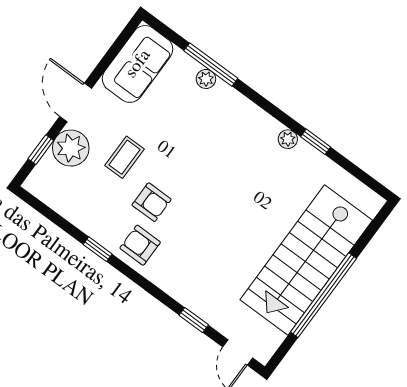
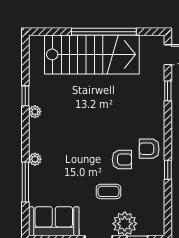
plant: (206, 79) -> (35, 159), moved
armchair: (152, 202) -> (122, 159), turned 90
armchair: (140, 245) -> (149, 149), turned 90

